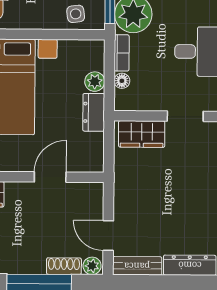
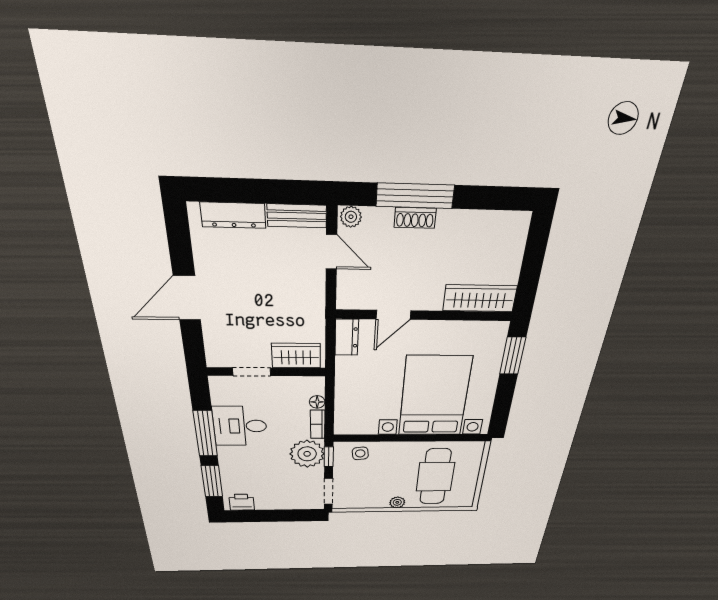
plant: (95, 82) -> (344, 401), removed
dresser: (94, 112) -> (347, 337), moved
shoe rack: (64, 266) -> (415, 218), moved

